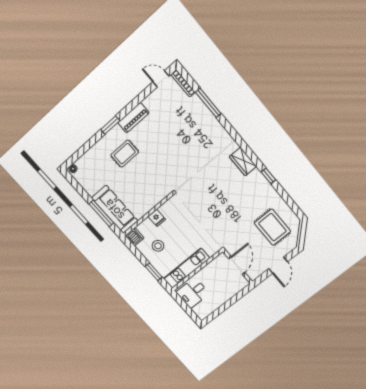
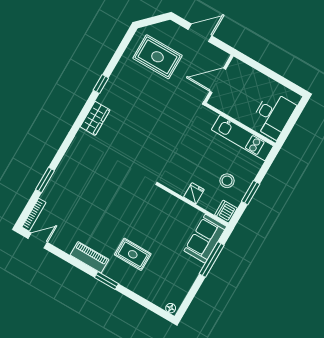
door: (161, 79) -> (38, 240), swing flipped
window: (208, 103) -> (45, 180), width x0.69
sofa: (115, 209) -> (205, 239), width x0.73
rug: (272, 227) -> (157, 57), turned 90
window: (154, 272) -> (251, 193), moved
desk: (193, 293) -> (273, 115), width x1.37

